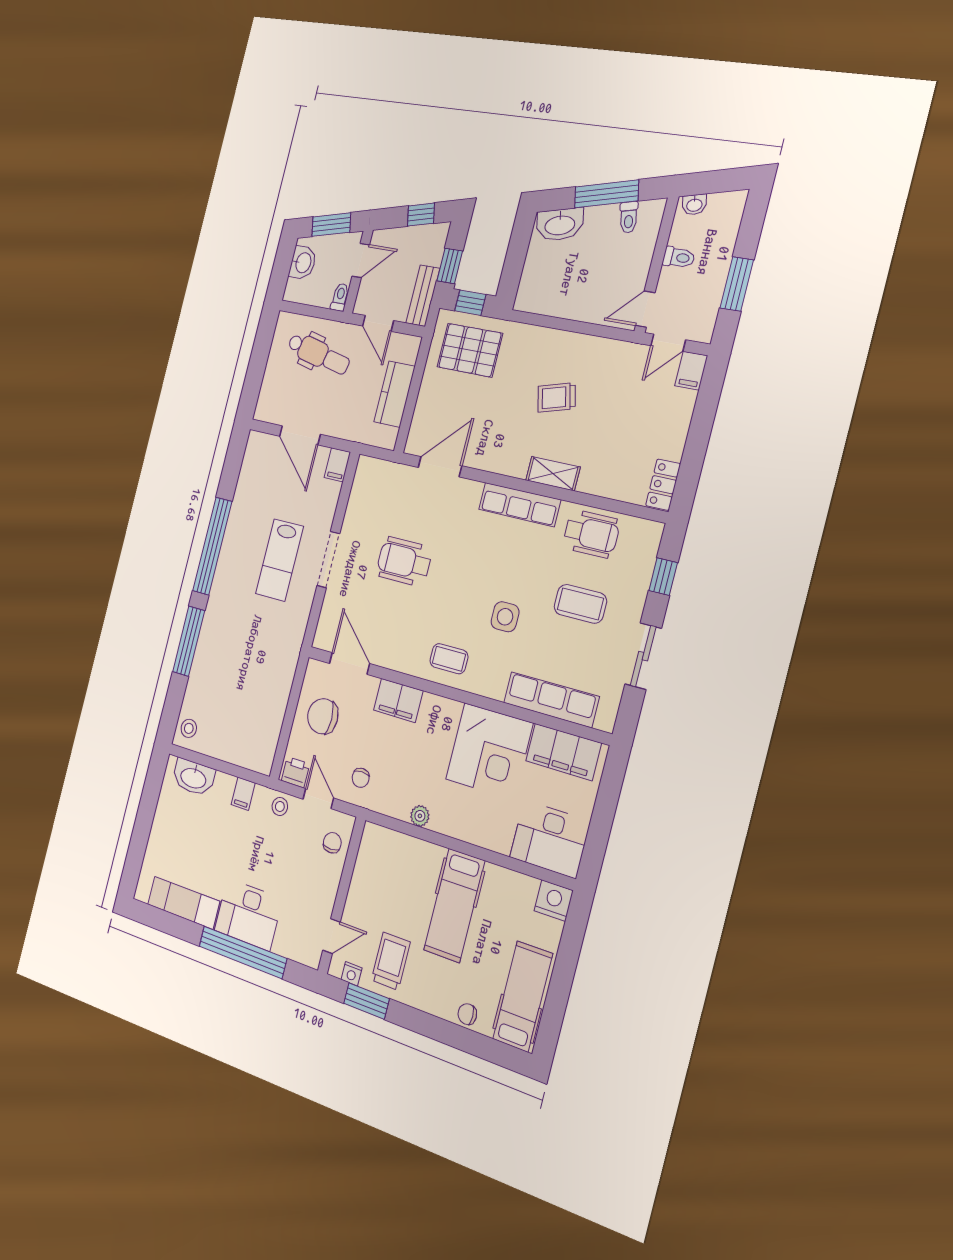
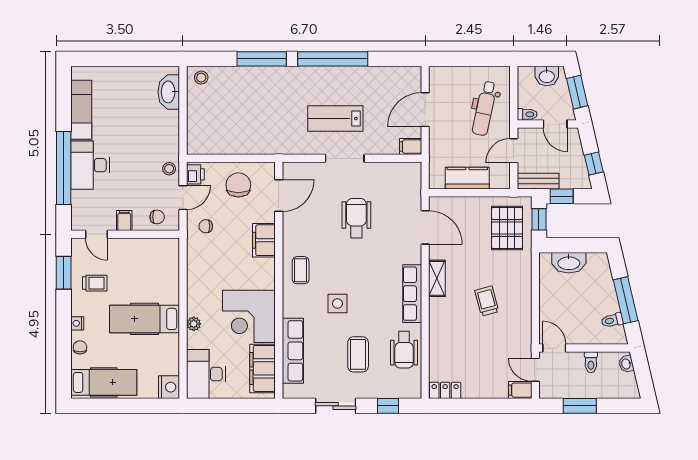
washbasin: (560, 225) -> (569, 263), moved, turned -77
shelving: (553, 474) -> (437, 278), moved
filing cabinet: (243, 794) -> (124, 220), moved, turned 90
plant: (420, 816) -> (194, 324), moved
trolley: (391, 961) -> (95, 283), width x0.73, depth x0.72
nightstand: (352, 974) -> (77, 323), moved

